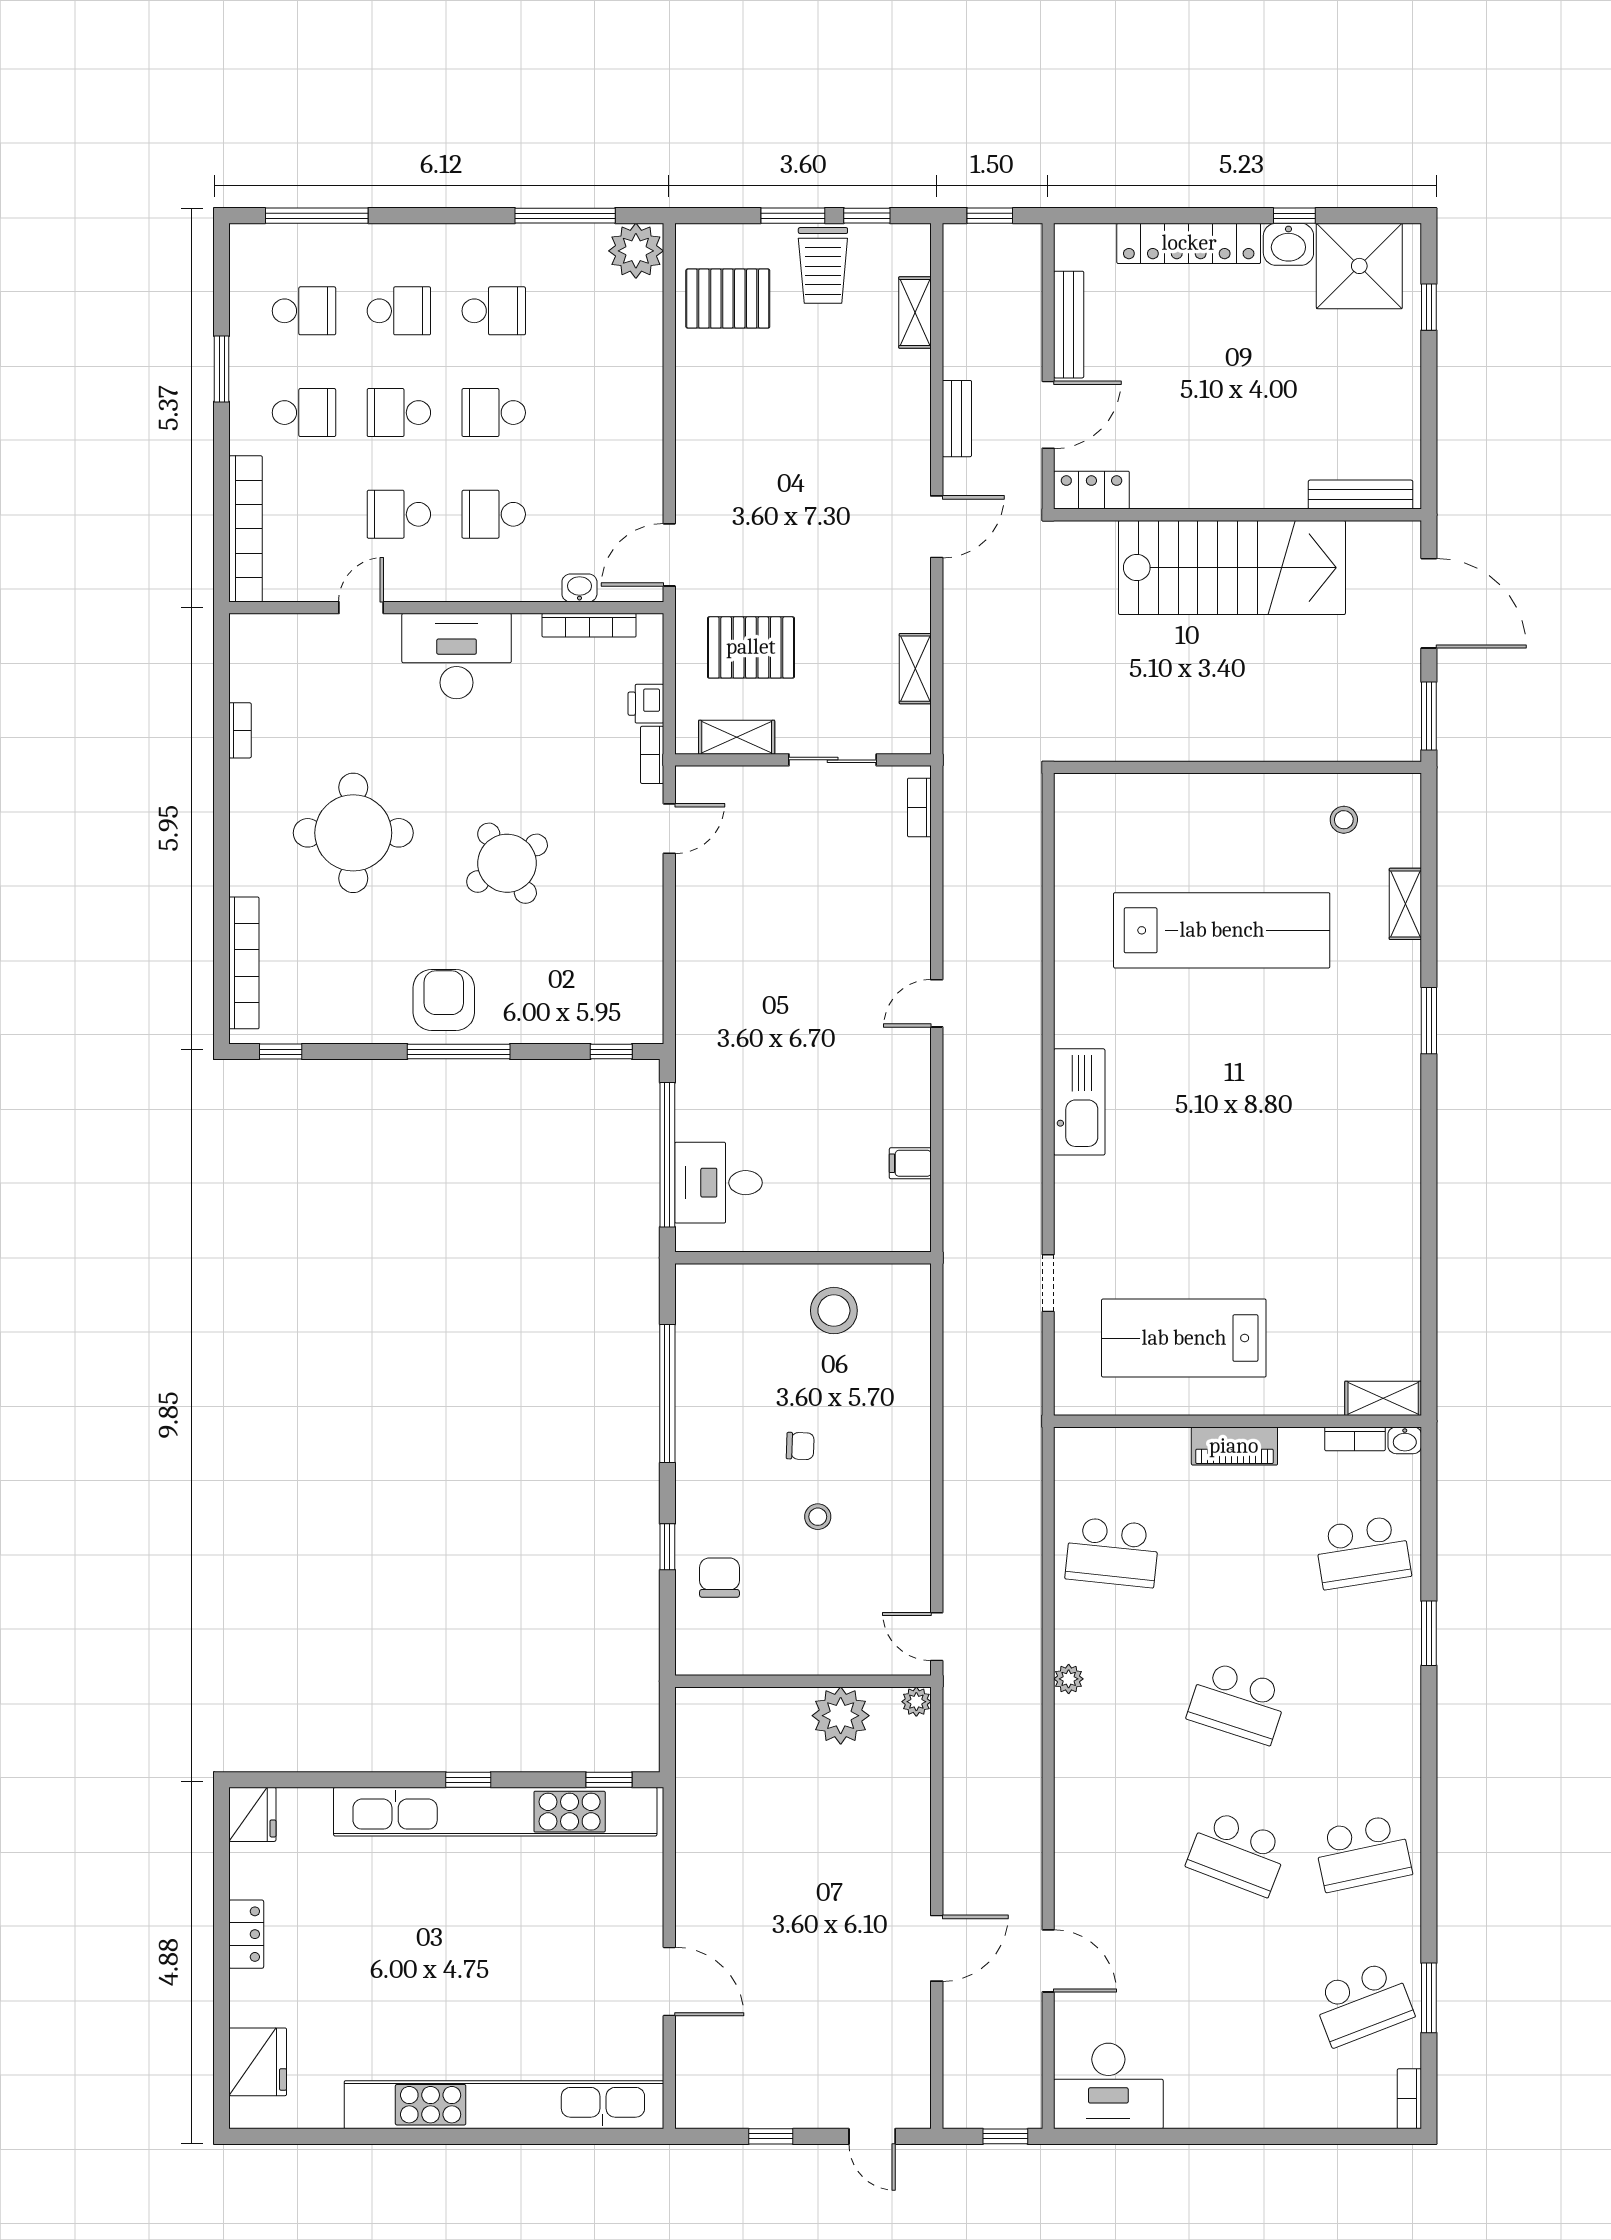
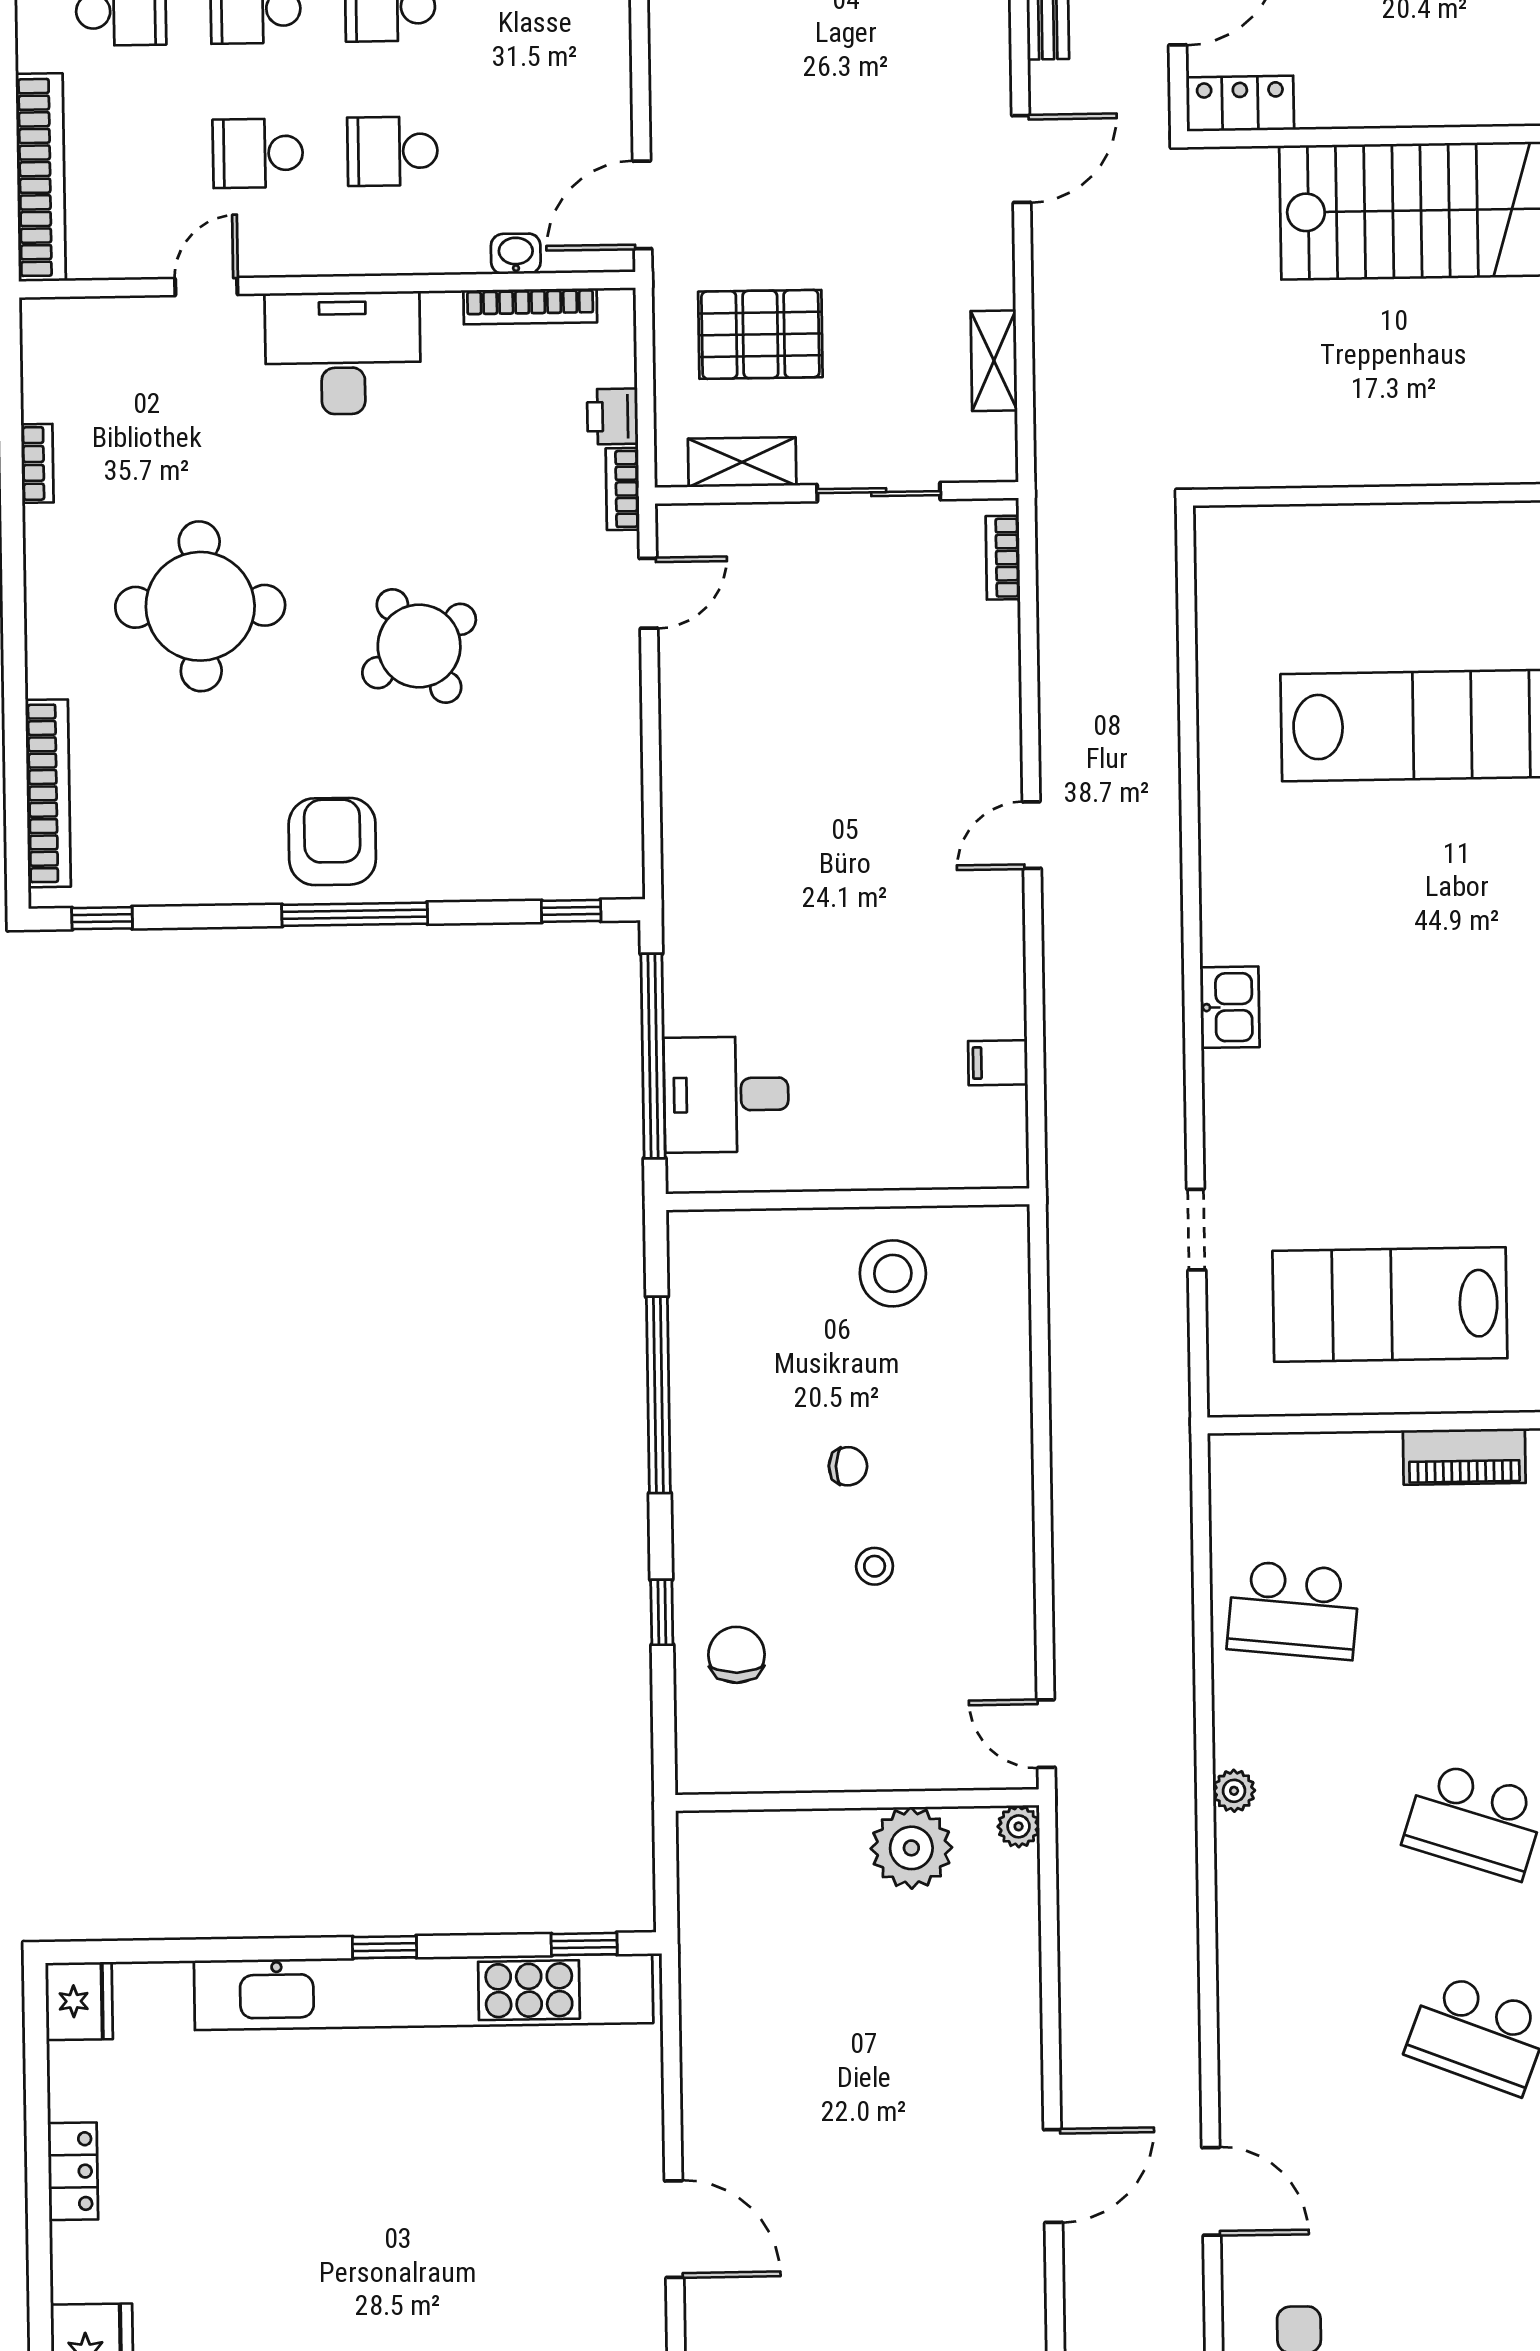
kitchen sink: (1079, 1102) -> (1230, 1007), width x0.53, depth x0.81

